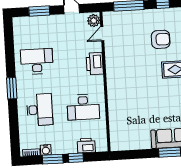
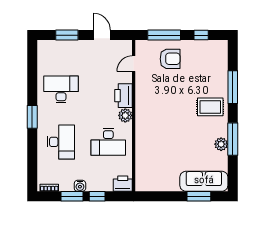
plant: (94, 21) -> (125, 115), moved
armchair: (161, 39) -> (170, 59), moved
printer: (86, 145) -> (123, 184), moved
water cooler: (46, 150) -> (80, 186), moved

